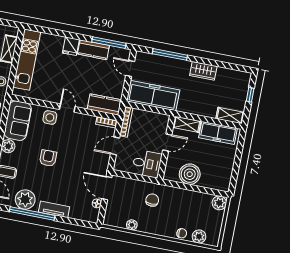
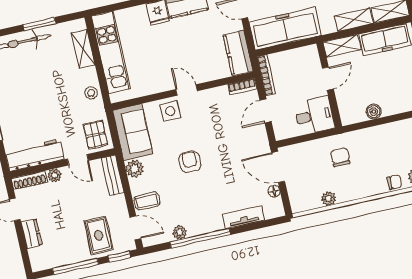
kitchen counter: (104, 104) -> (238, 53), moved, turned -90
shelving: (203, 110) -> (354, 20), added
boiler: (190, 174) -> (374, 112), width x0.54, depth x0.54
plant: (25, 200) -> (180, 232), width x0.53, depth x0.53
tv unit: (54, 209) -> (244, 217), moved

